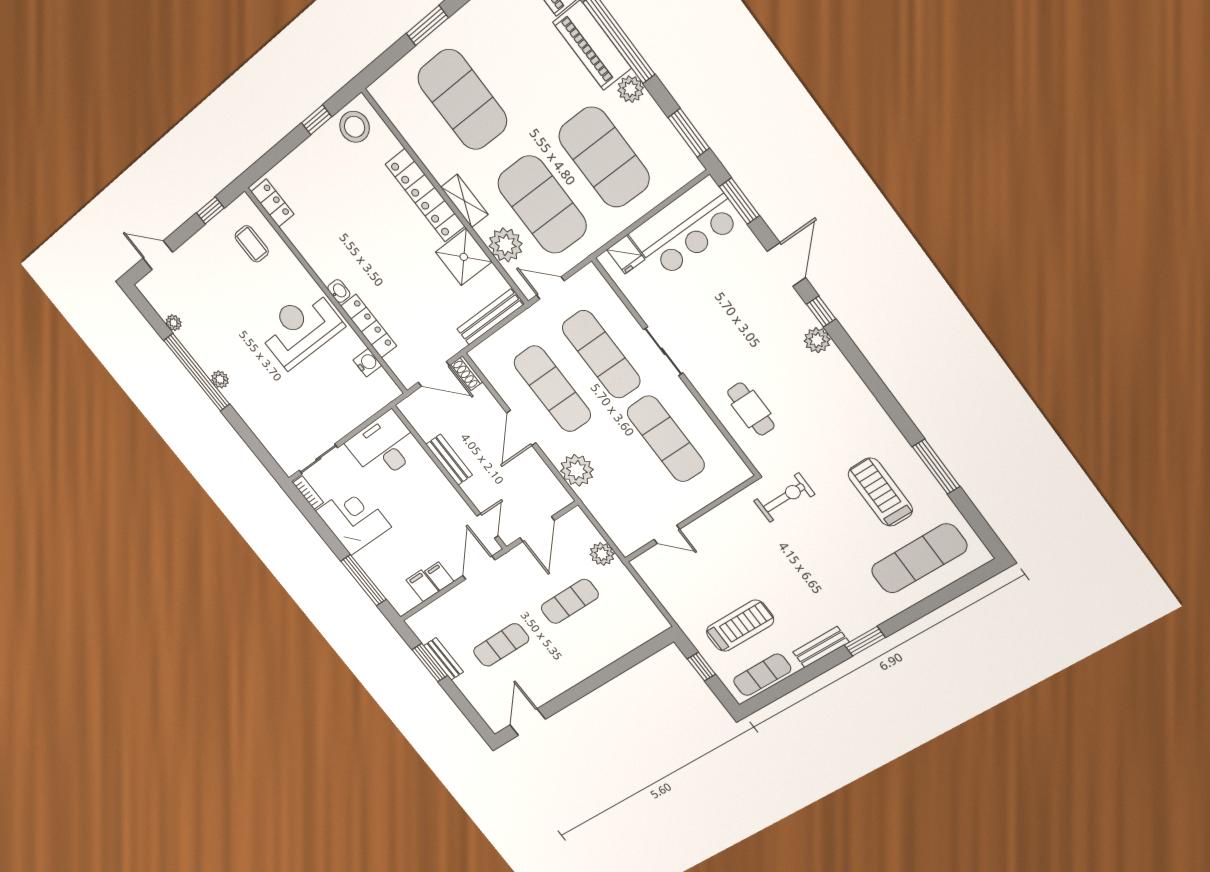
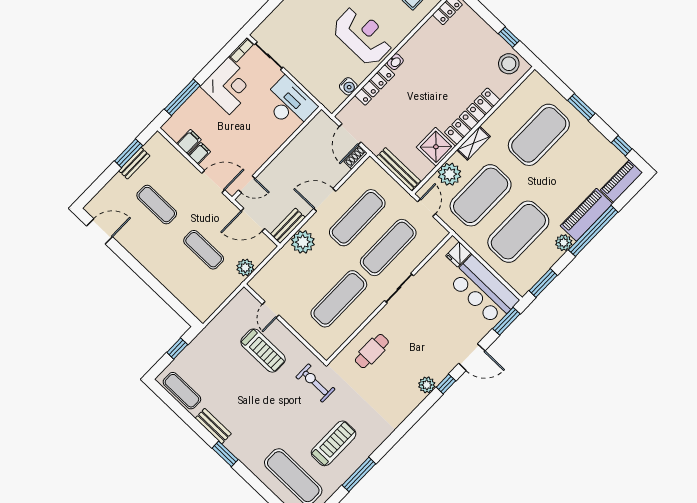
bench: (449, 460) -> (288, 226), moved
exercise bike: (784, 498) -> (315, 383), turned 180
treadmill: (740, 626) -> (263, 351), moved

